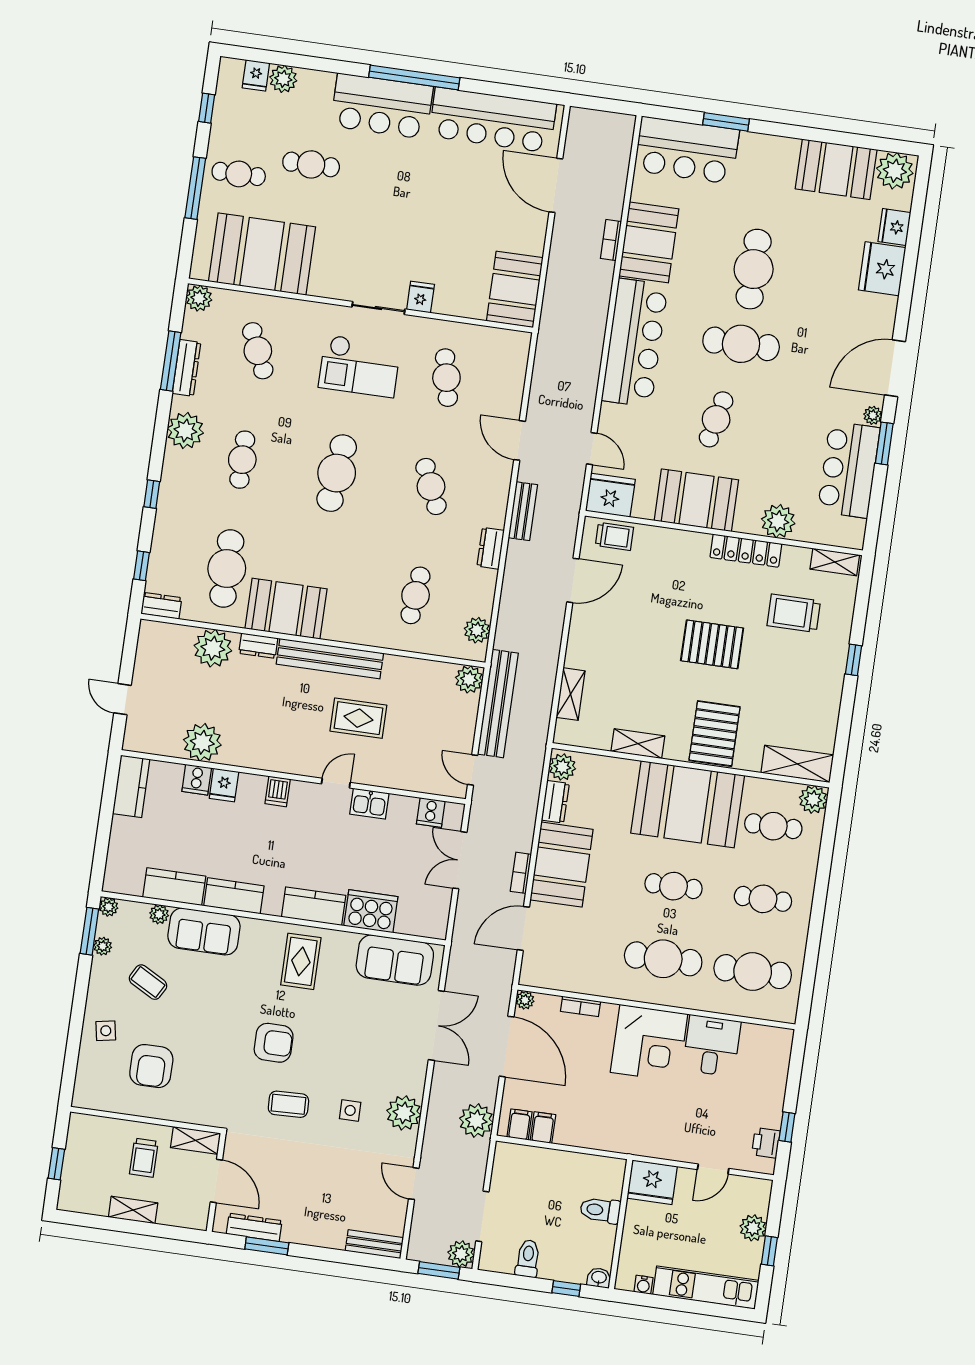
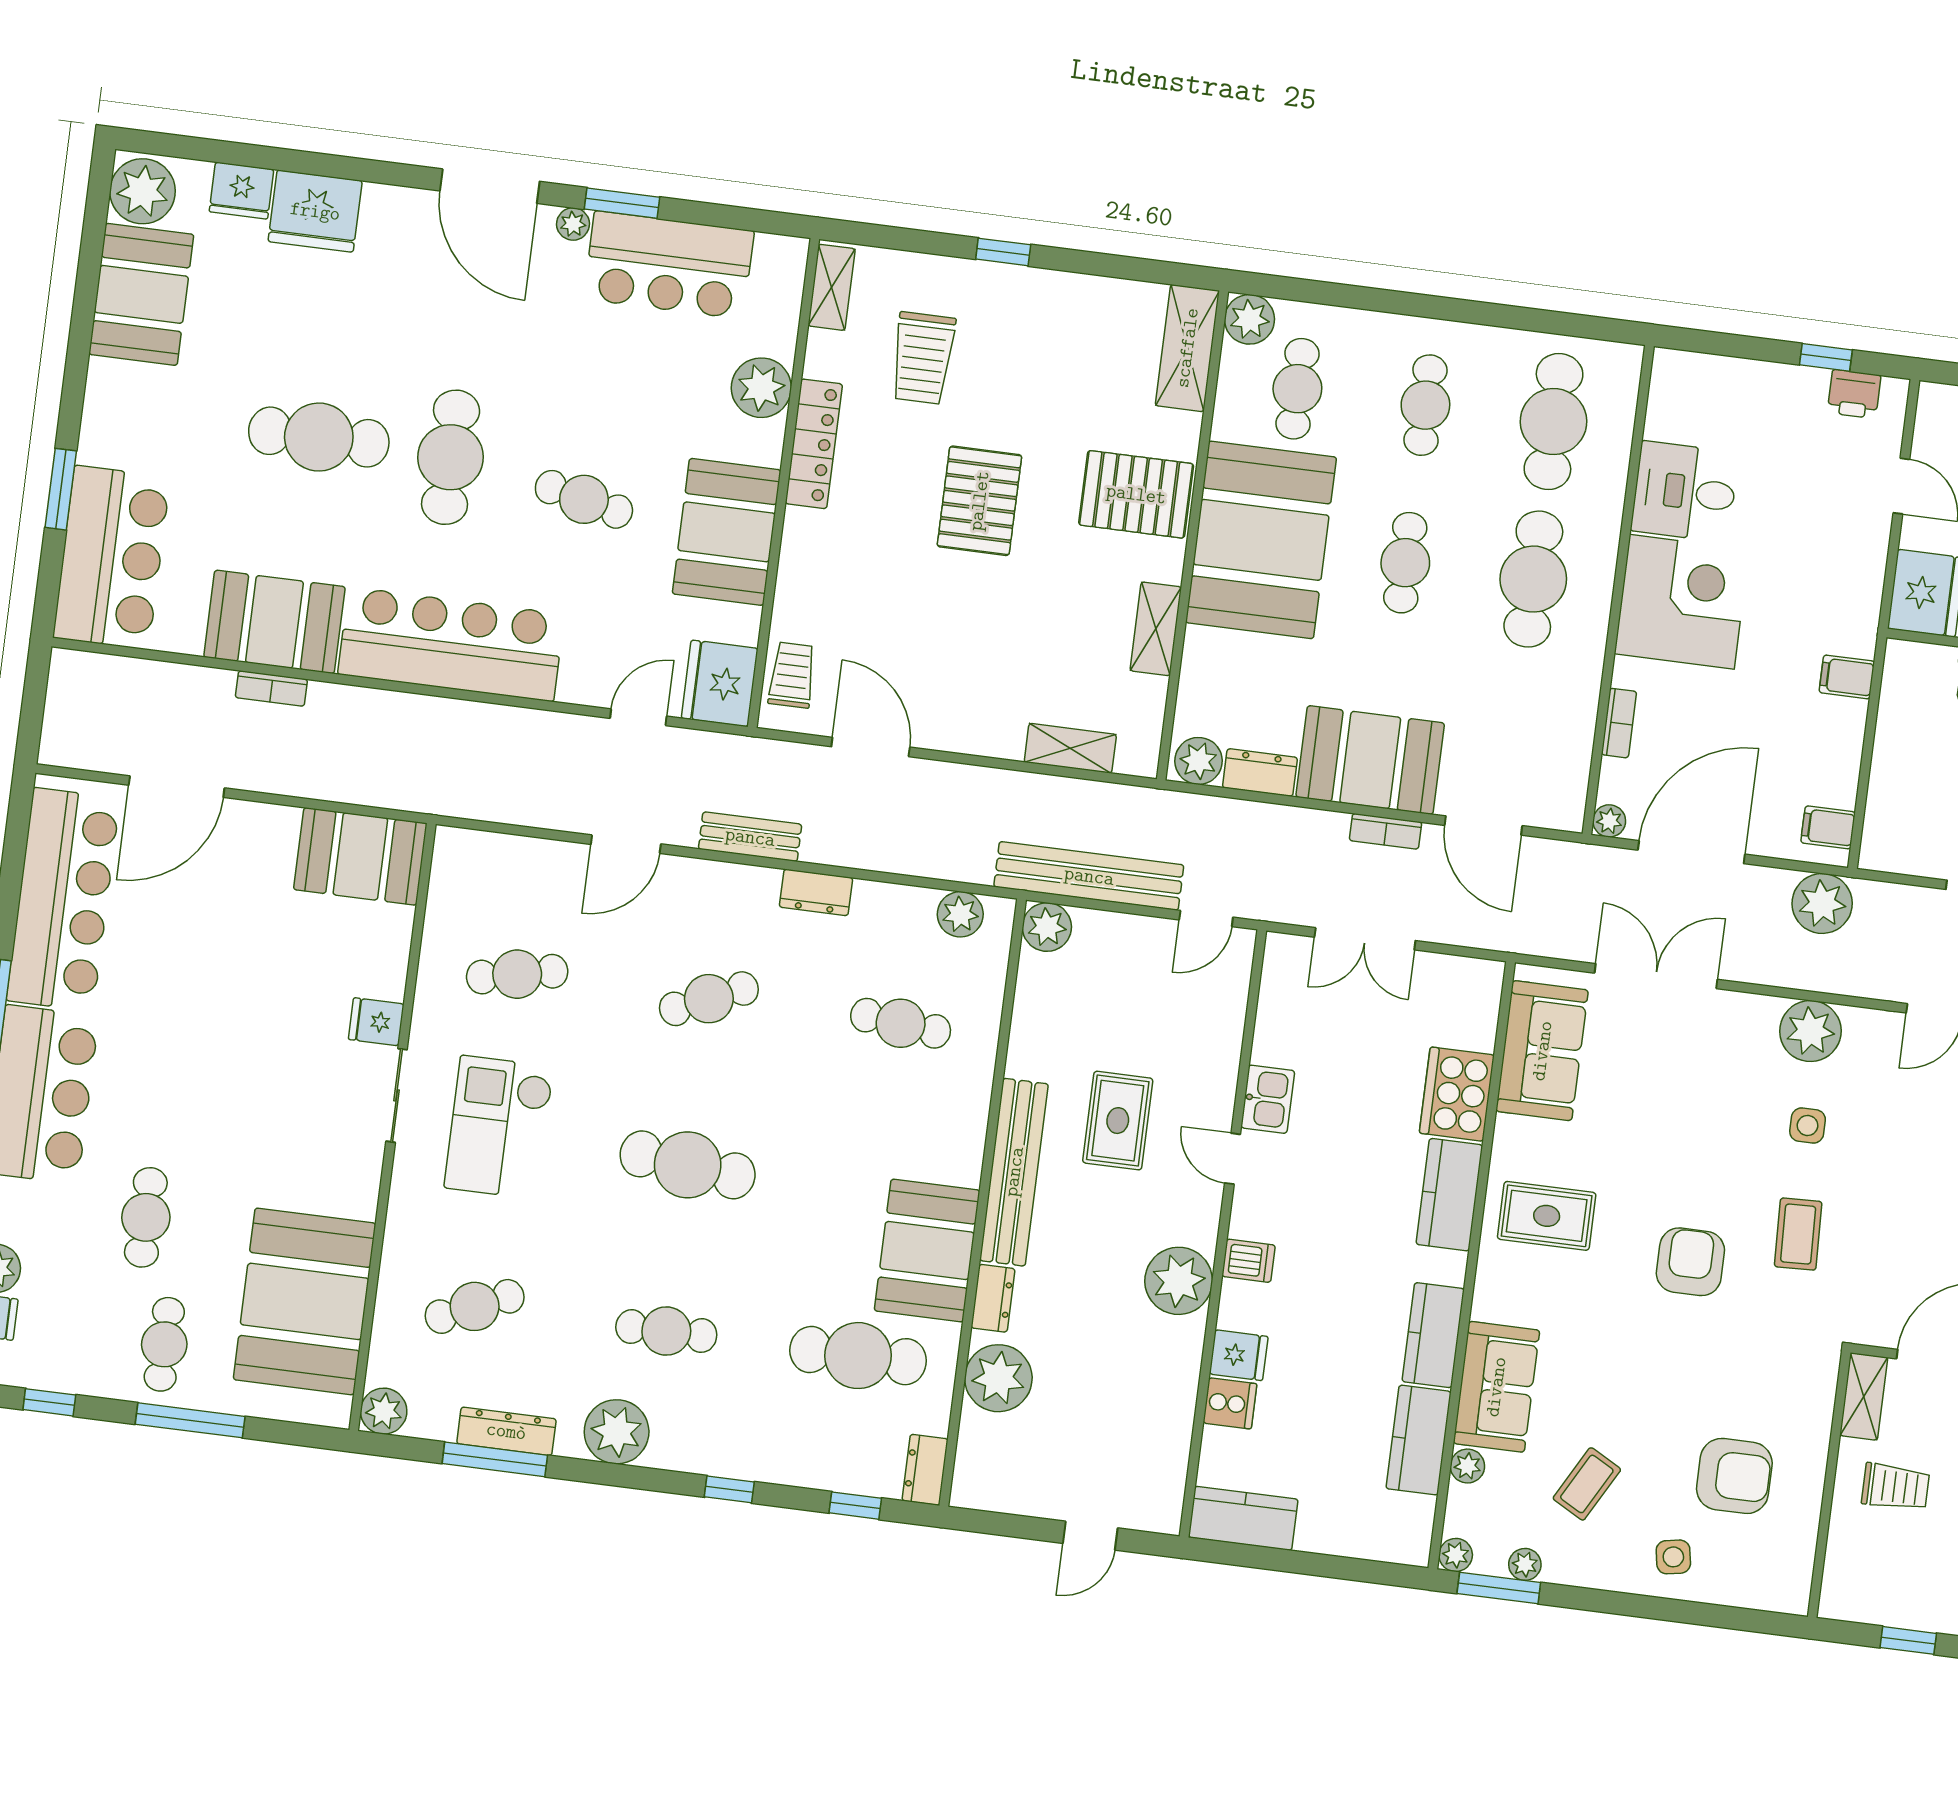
checkout: (360, 366) -> (499, 1127), turned 180
plant: (202, 742) -> (1179, 1281), moved
cooker: (431, 813) -> (1282, 991), removed
filing cabinet: (543, 1128) -> (1847, 677), moved

